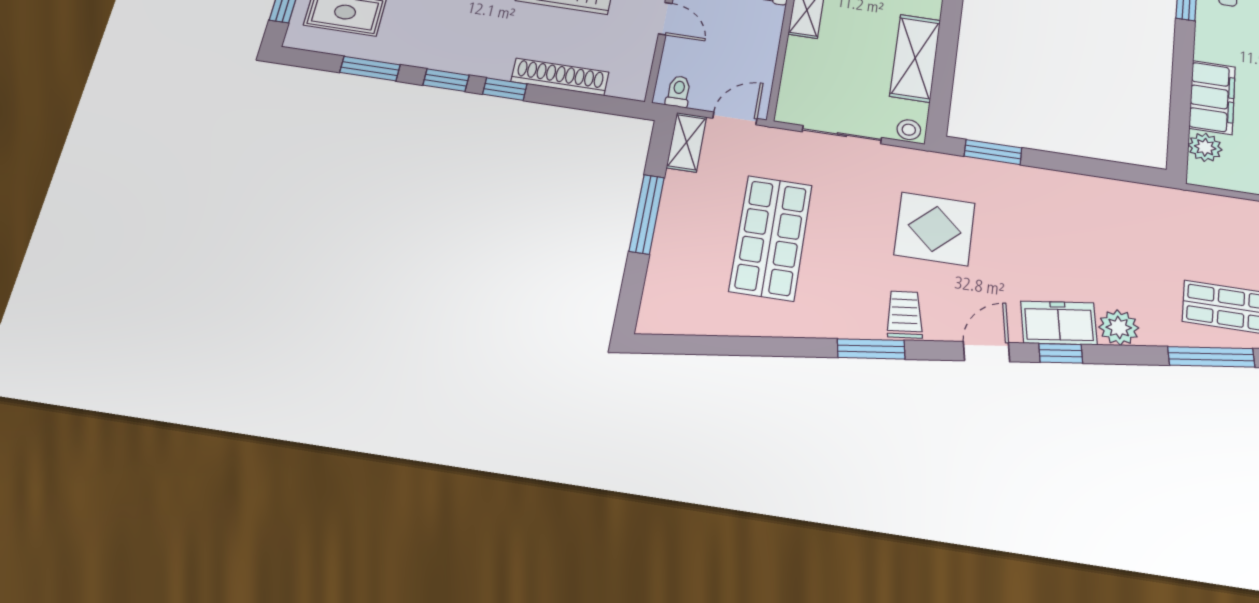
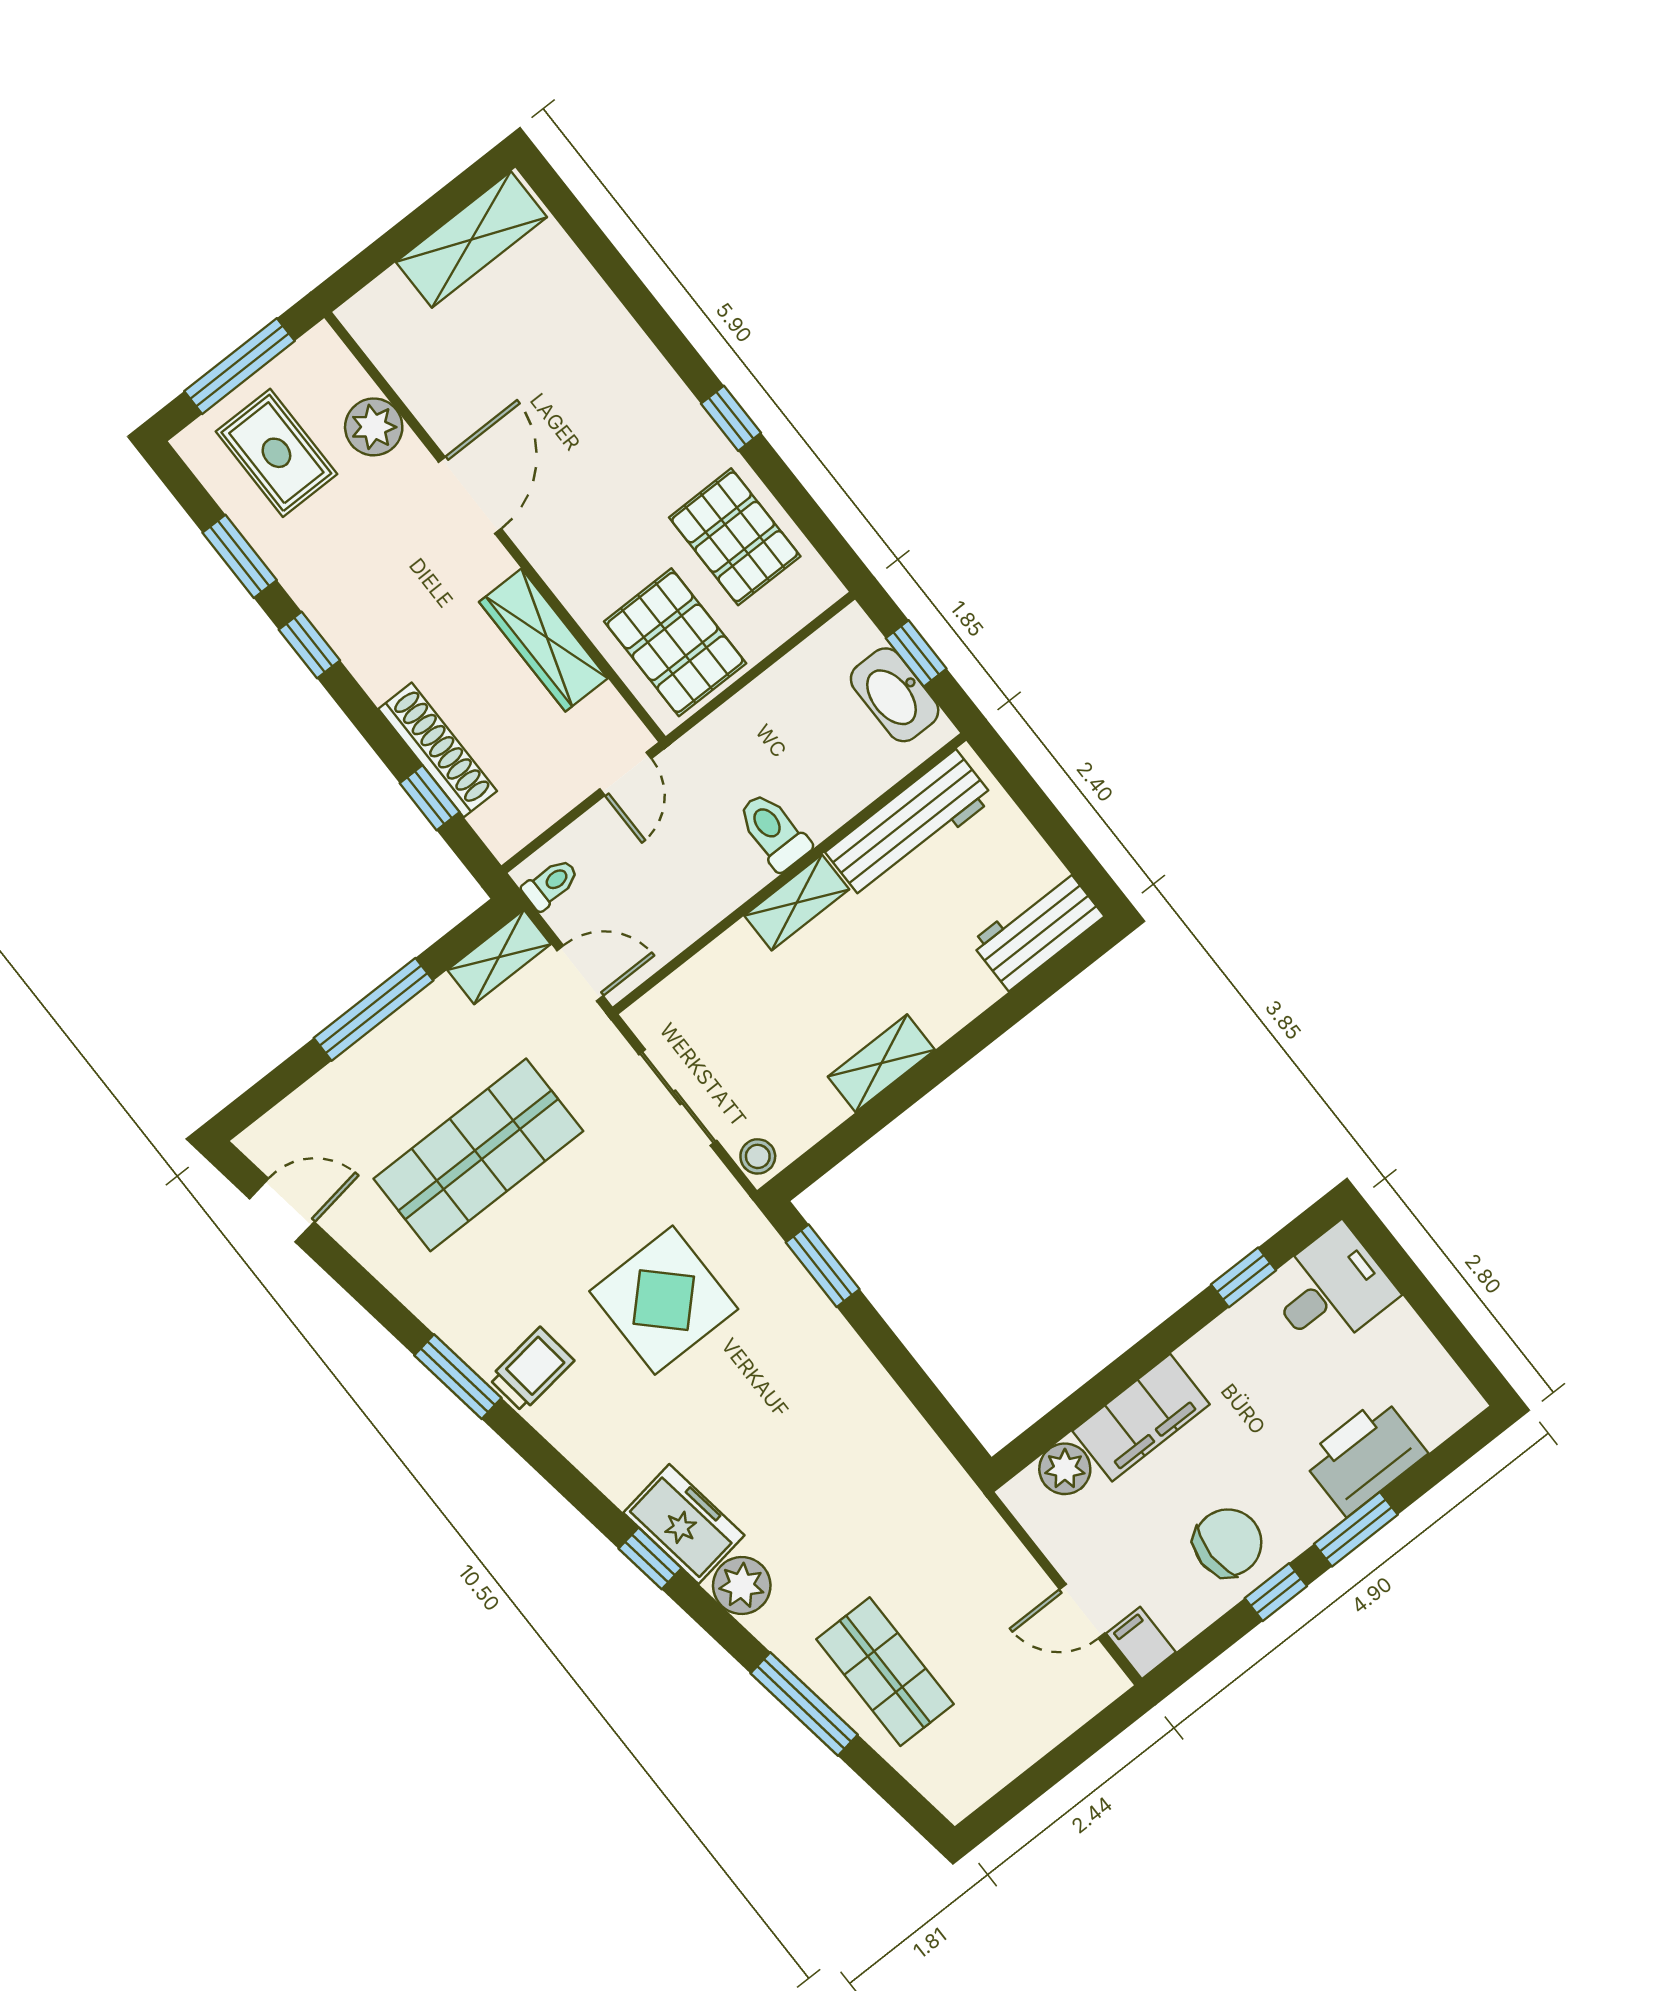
shelving: (915, 58) -> (881, 1063), width x0.67, depth x0.75
window: (505, 89) -> (430, 798), moved
door: (986, 352) -> (282, 1210), moved

